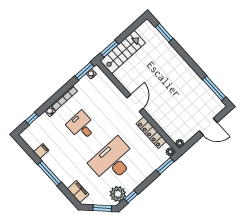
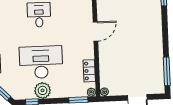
locker: (151, 133) -> (89, 71), width x0.66
plant: (118, 194) -> (43, 90), moved

